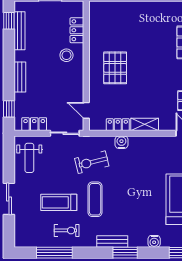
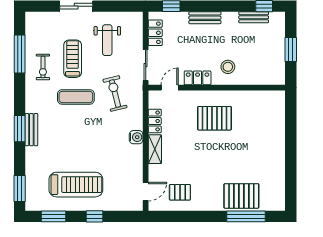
locker: (77, 30) -> (198, 78), moved
bench: (19, 31) -> (254, 17), width x0.73
water cooler: (121, 142) -> (136, 137), moved
weight bench: (29, 158) -> (107, 40), moved, turned -90
bench: (112, 241) -> (31, 130), moved
water cooler: (154, 241) -> (32, 159), removed

